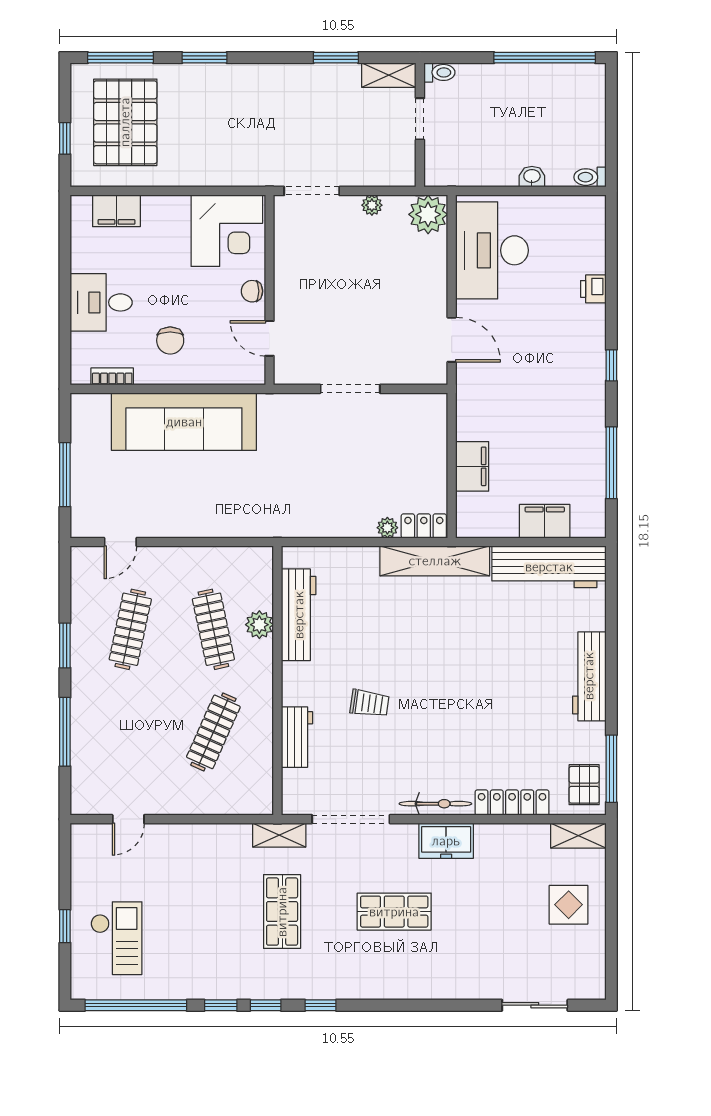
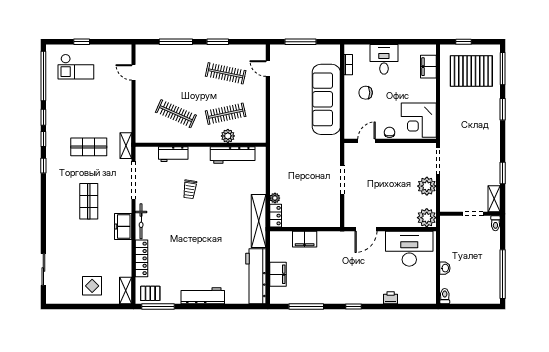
plant: (372, 205) -> (427, 186), width x1.87, depth x1.87

